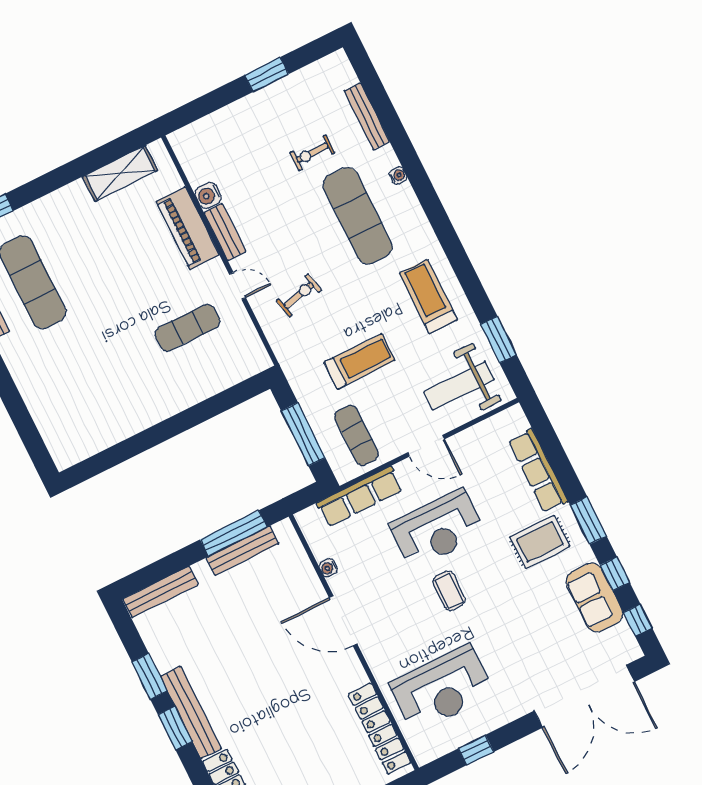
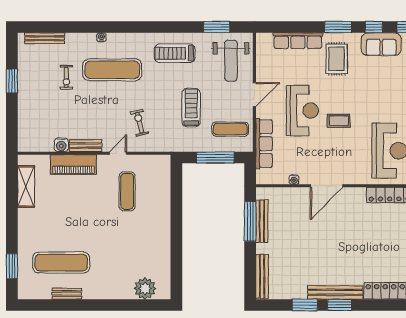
bench: (367, 116) -> (45, 38), moved
plant: (56, 426) -> (145, 288), added

